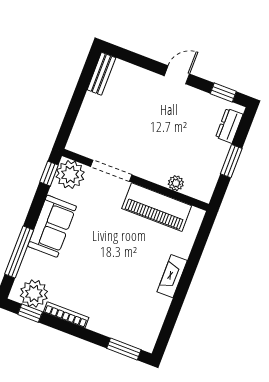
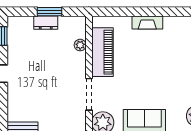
dresser: (229, 126) -> (46, 23), moved

